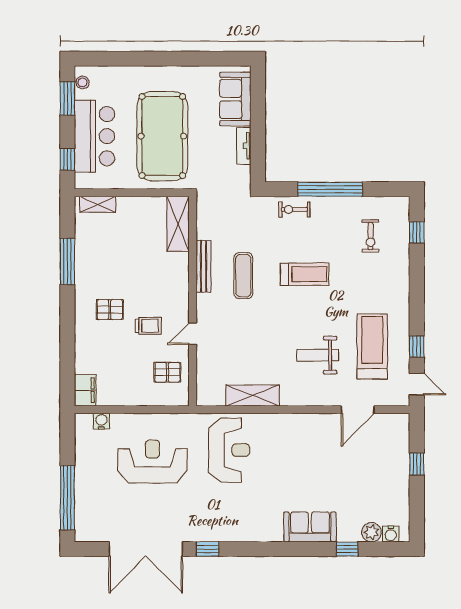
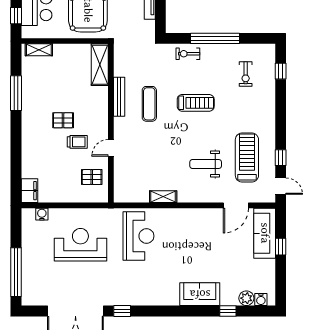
pallet: (110, 310) -> (63, 120), moved
shelving: (253, 395) -> (163, 197), width x0.67, depth x0.75
sofa: (396, 446) -> (265, 233), added

